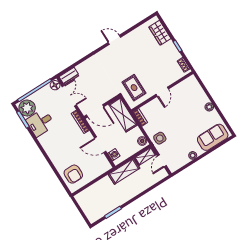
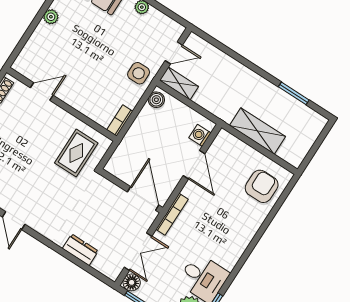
dresser: (69, 76) -> (80, 250), moved
door: (162, 92) -> (42, 91), moved
double door: (69, 96) -> (138, 252), swing flipped
shelving: (123, 115) -> (128, 151), removed
shelving: (124, 171) -> (257, 131), moved

